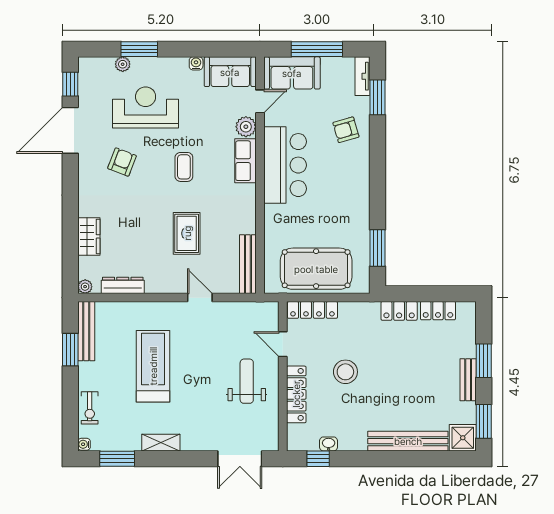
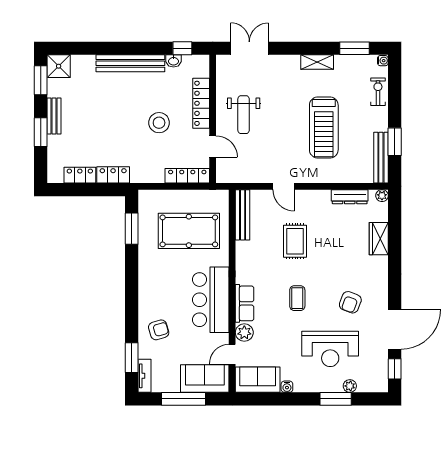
pool table: (316, 269) -> (189, 231), moved
bench: (408, 441) -> (130, 63), moved

